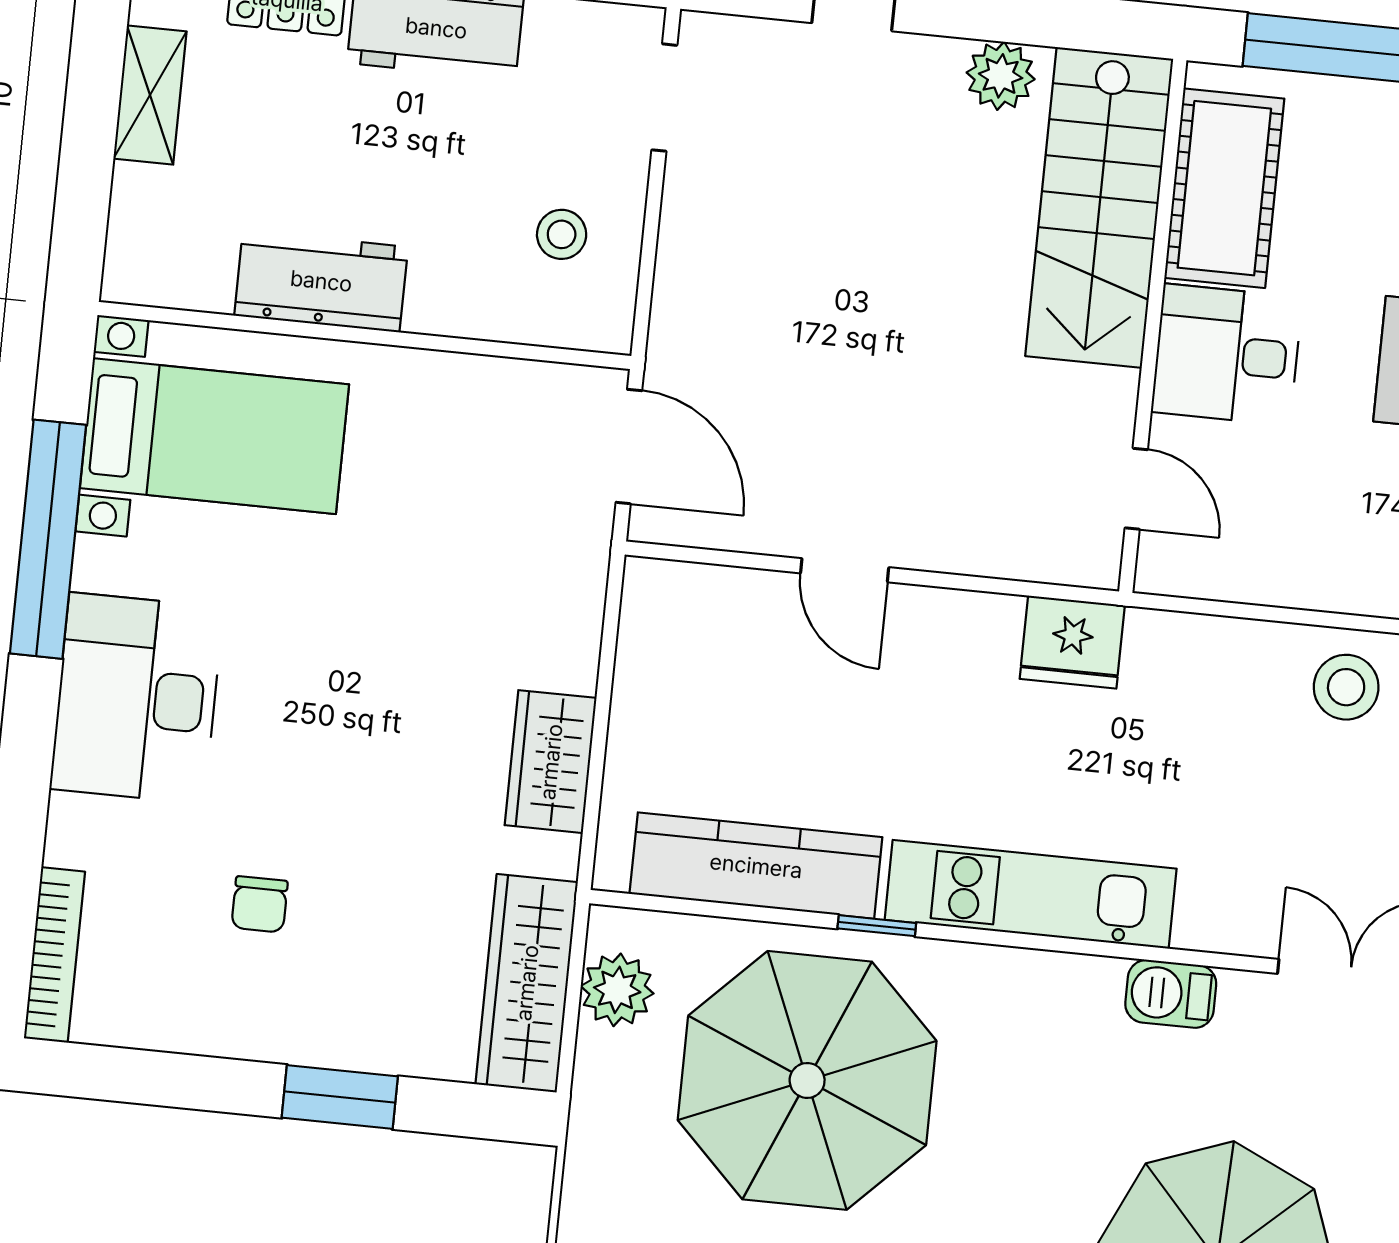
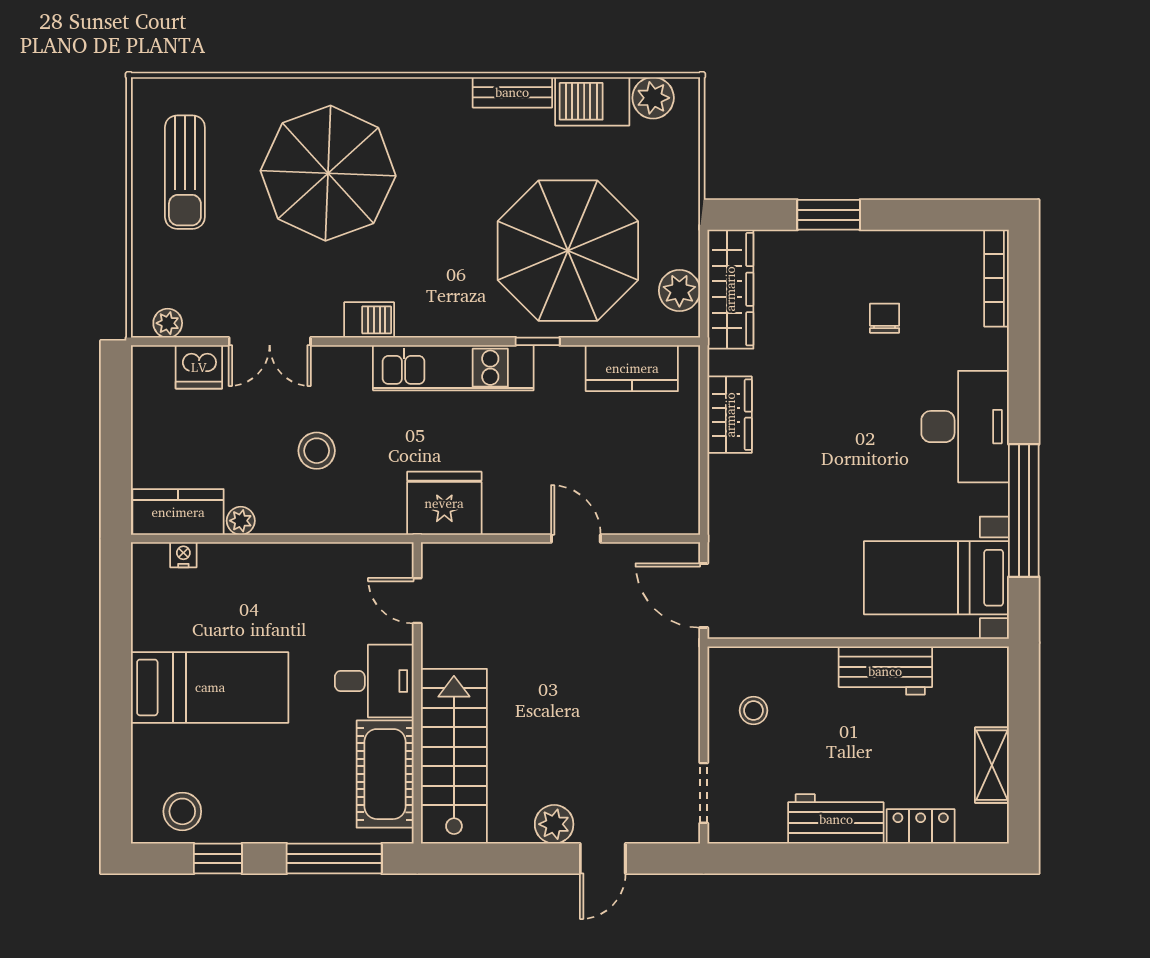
plant: (1001, 76) -> (554, 824), moved
fridge: (1072, 642) -> (444, 503), width x1.36, depth x1.34
stool: (1346, 687) -> (317, 451), moved
kitchen counter: (756, 866) -> (632, 368), width x0.67

